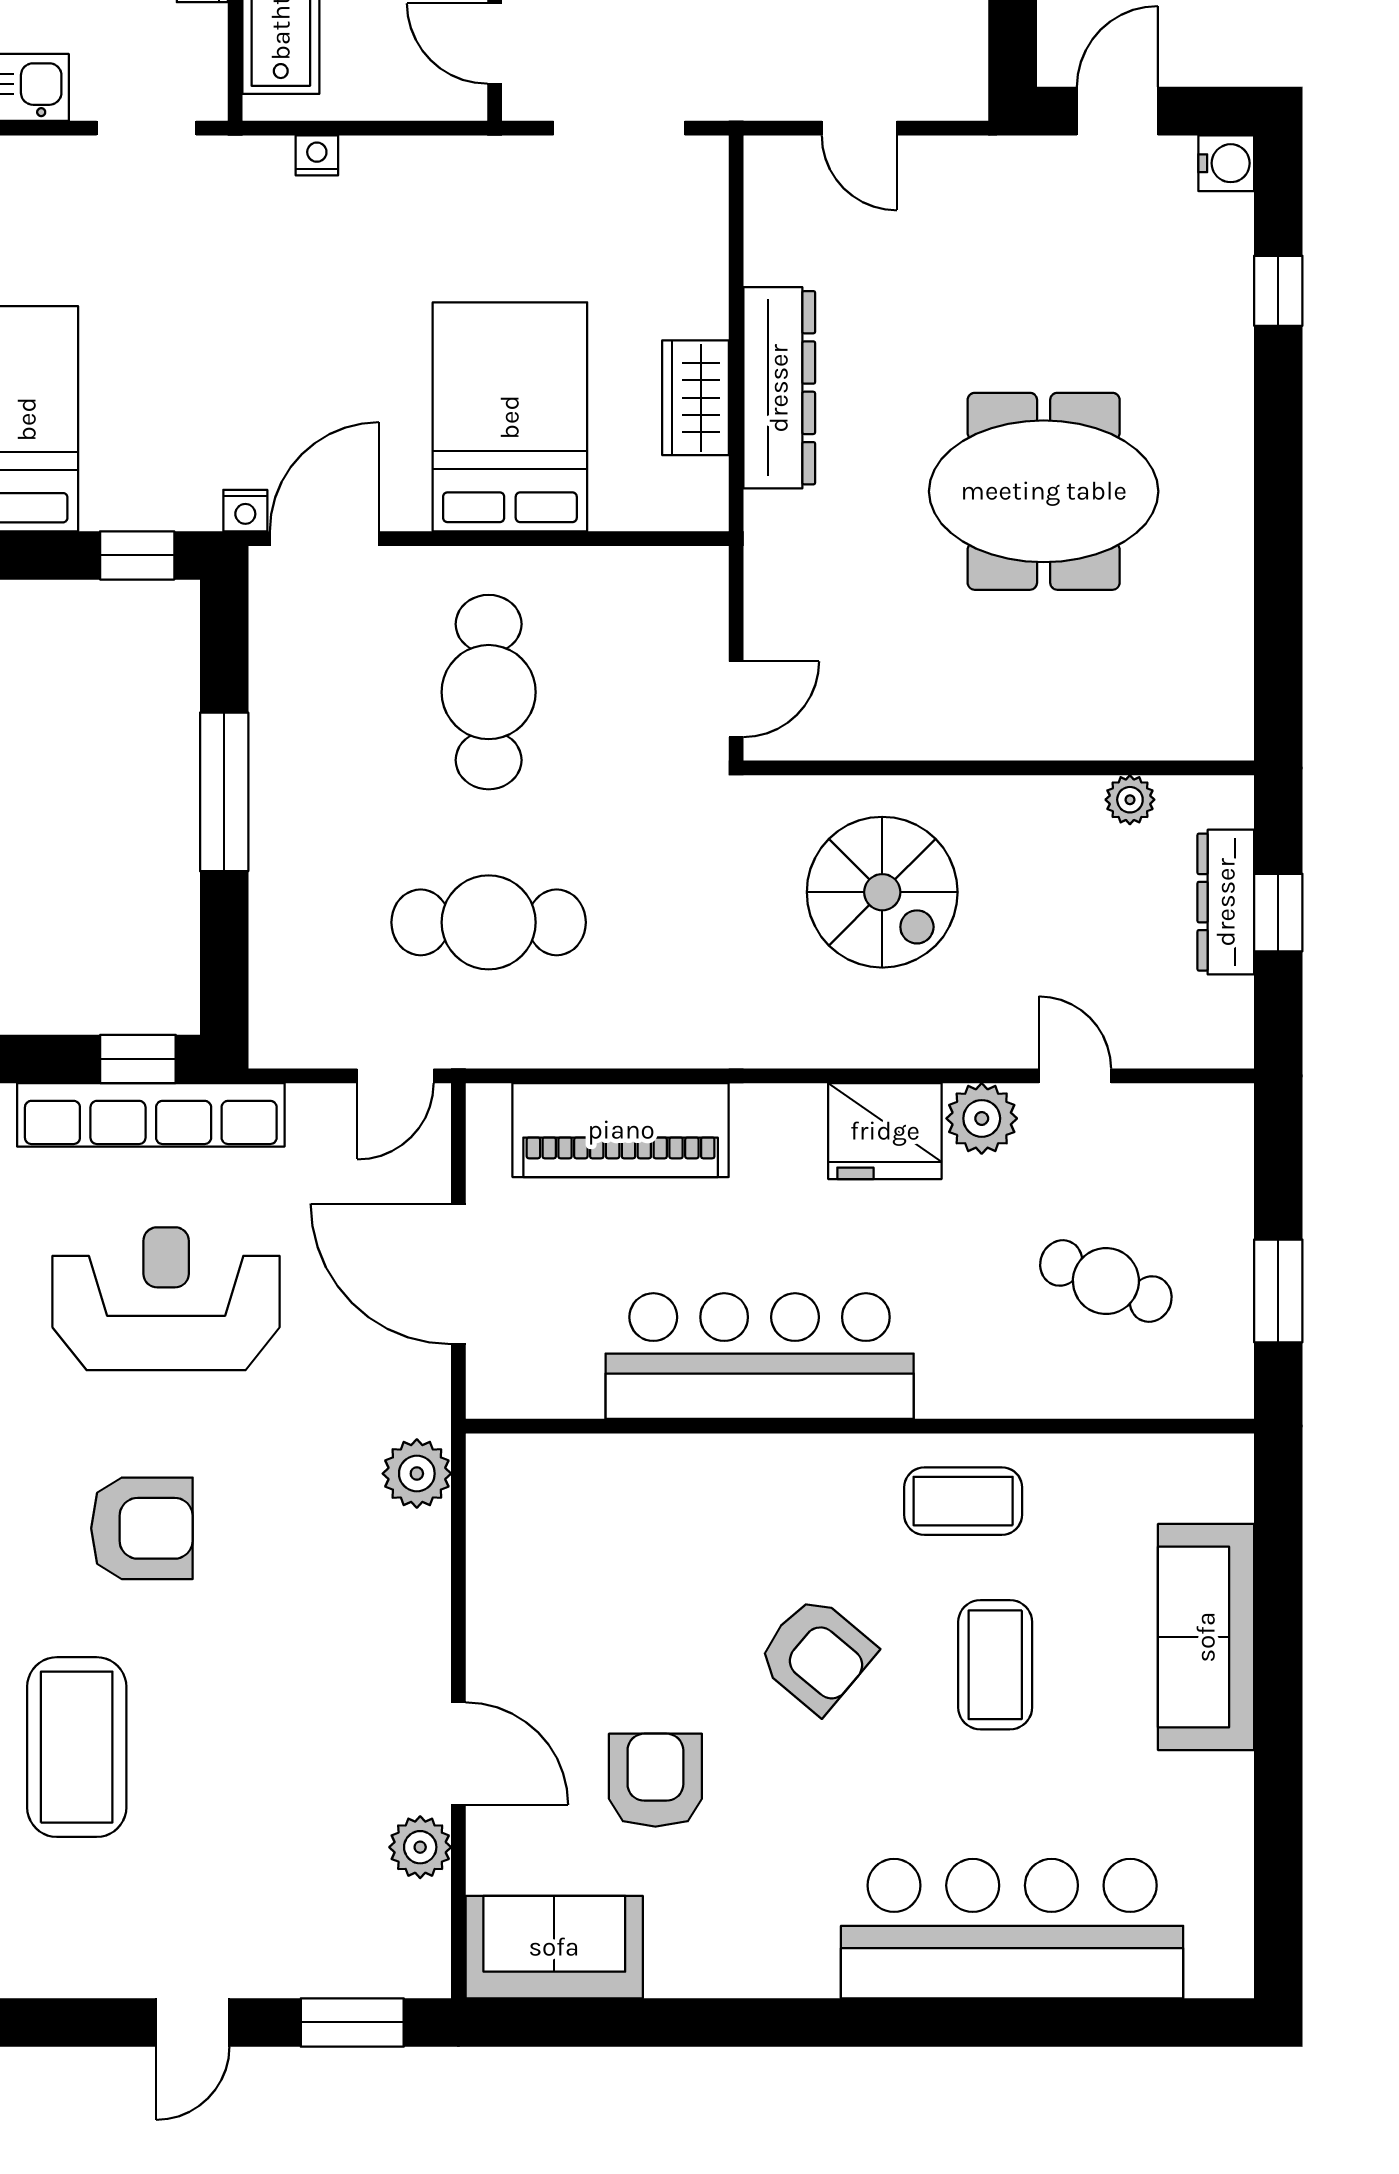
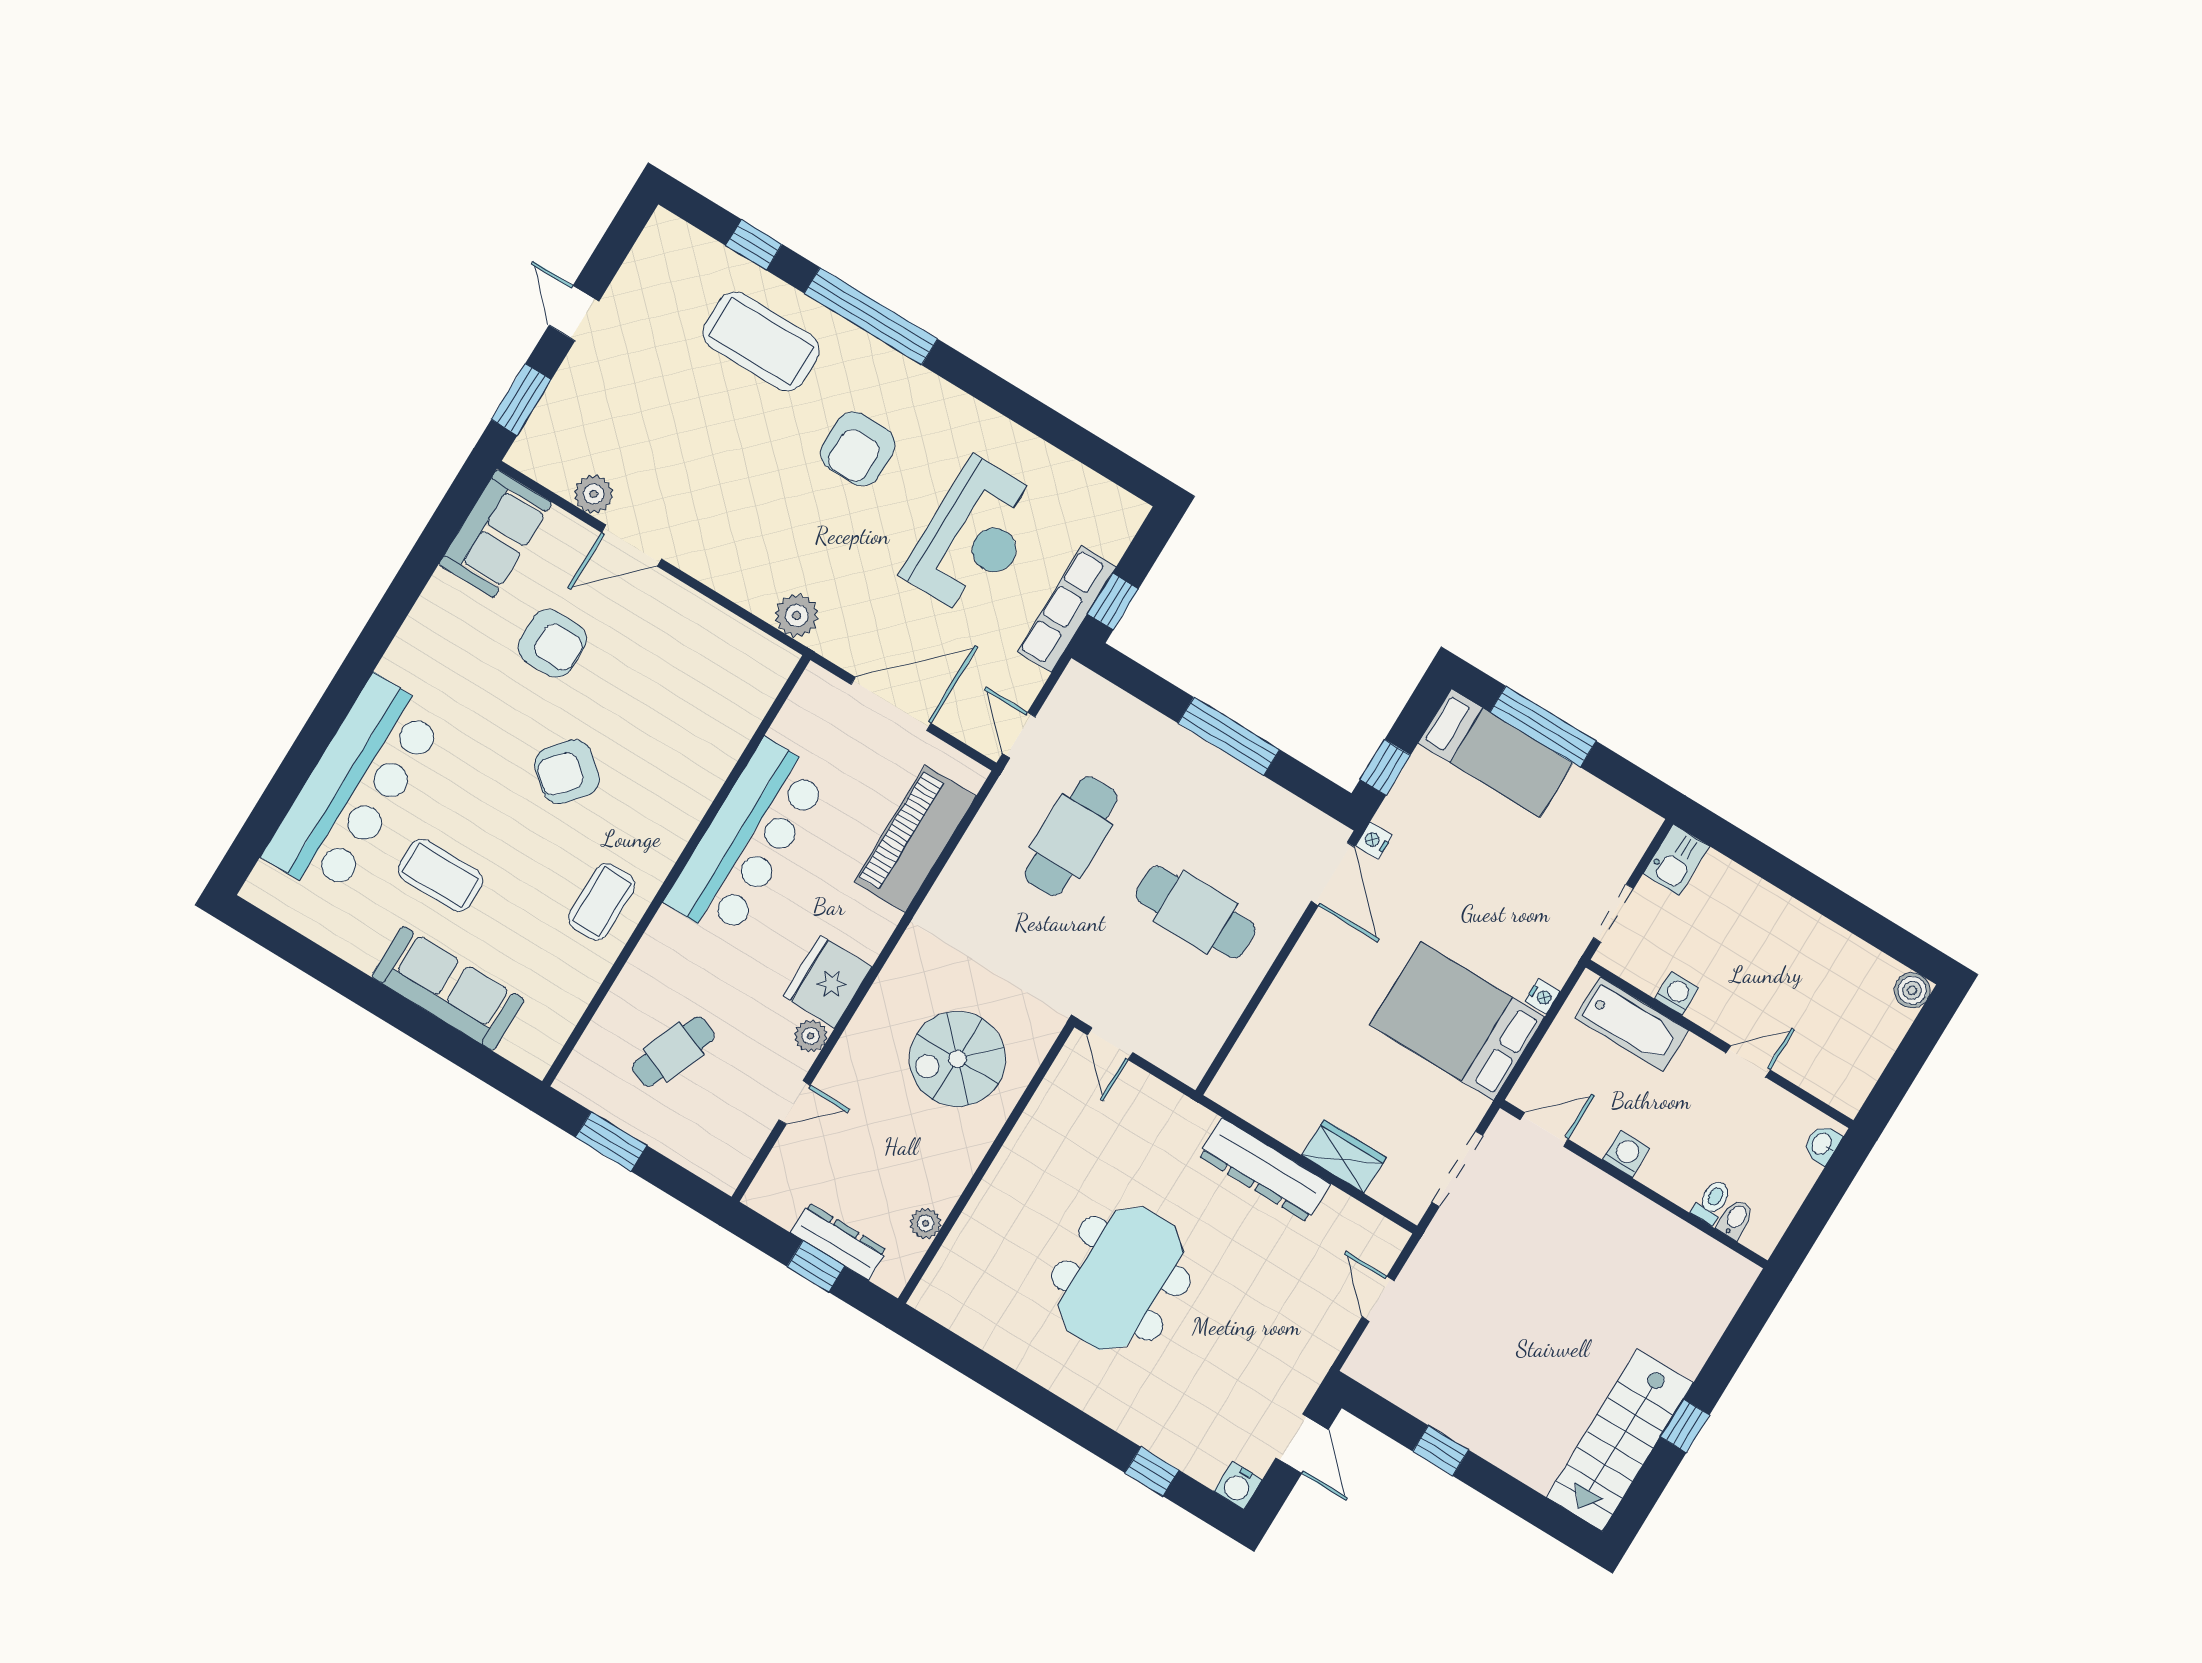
door: (859, 128) -> (1378, 1299), hinge flipped
wardrobe: (696, 398) -> (1344, 1156), moved
bed: (510, 417) -> (1457, 1021), moved, turned 180
row of seats: (151, 1115) -> (1067, 609), width x0.73
plant: (982, 1118) -> (811, 1036), width x0.73, depth x0.73
coffee table: (995, 1665) -> (440, 875), moved

